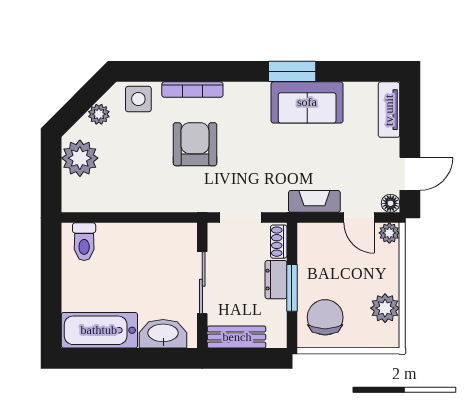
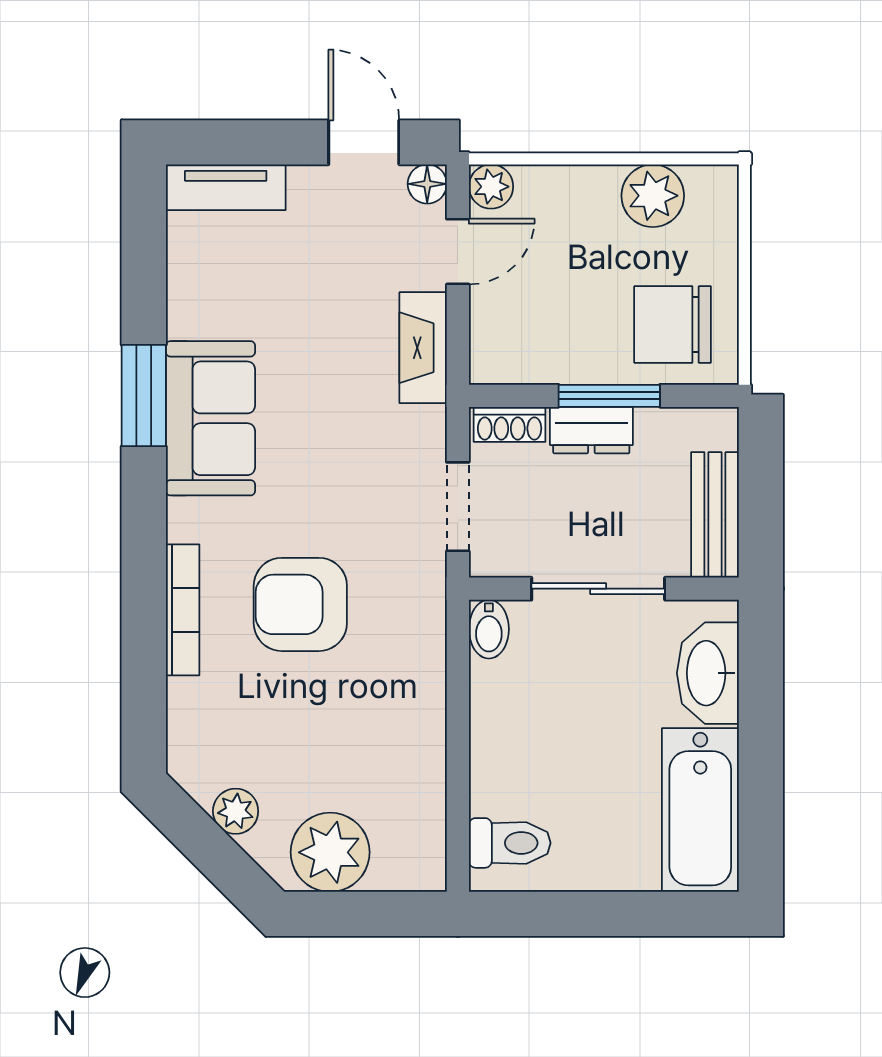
side table: (138, 99) -> (203, 726), removed
sofa: (307, 102) -> (210, 418), moved
bidet: (184, 232) -> (489, 629), added

